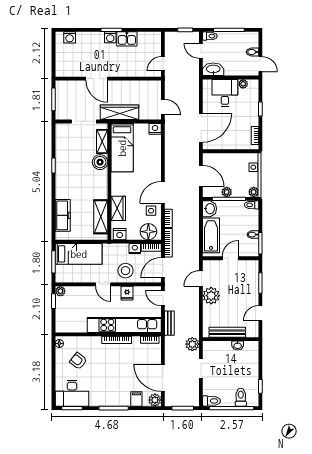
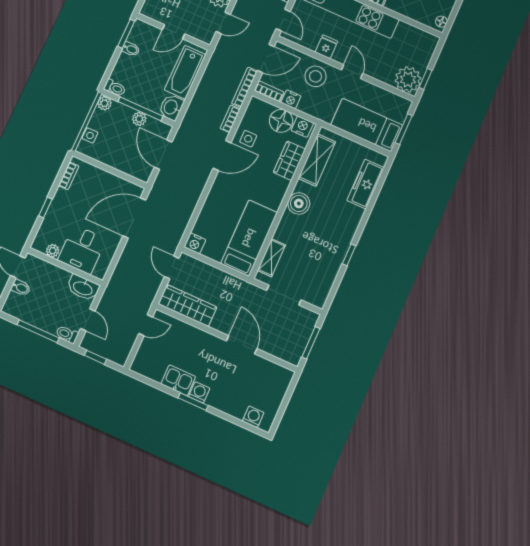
wardrobe: (120, 112) -> (188, 305), moved, turned 180
boiler: (100, 162) -> (299, 203), moved
floor lamp: (148, 232) -> (281, 121), moved
plant: (60, 291) -> (408, 79), width x1.87, depth x1.87

